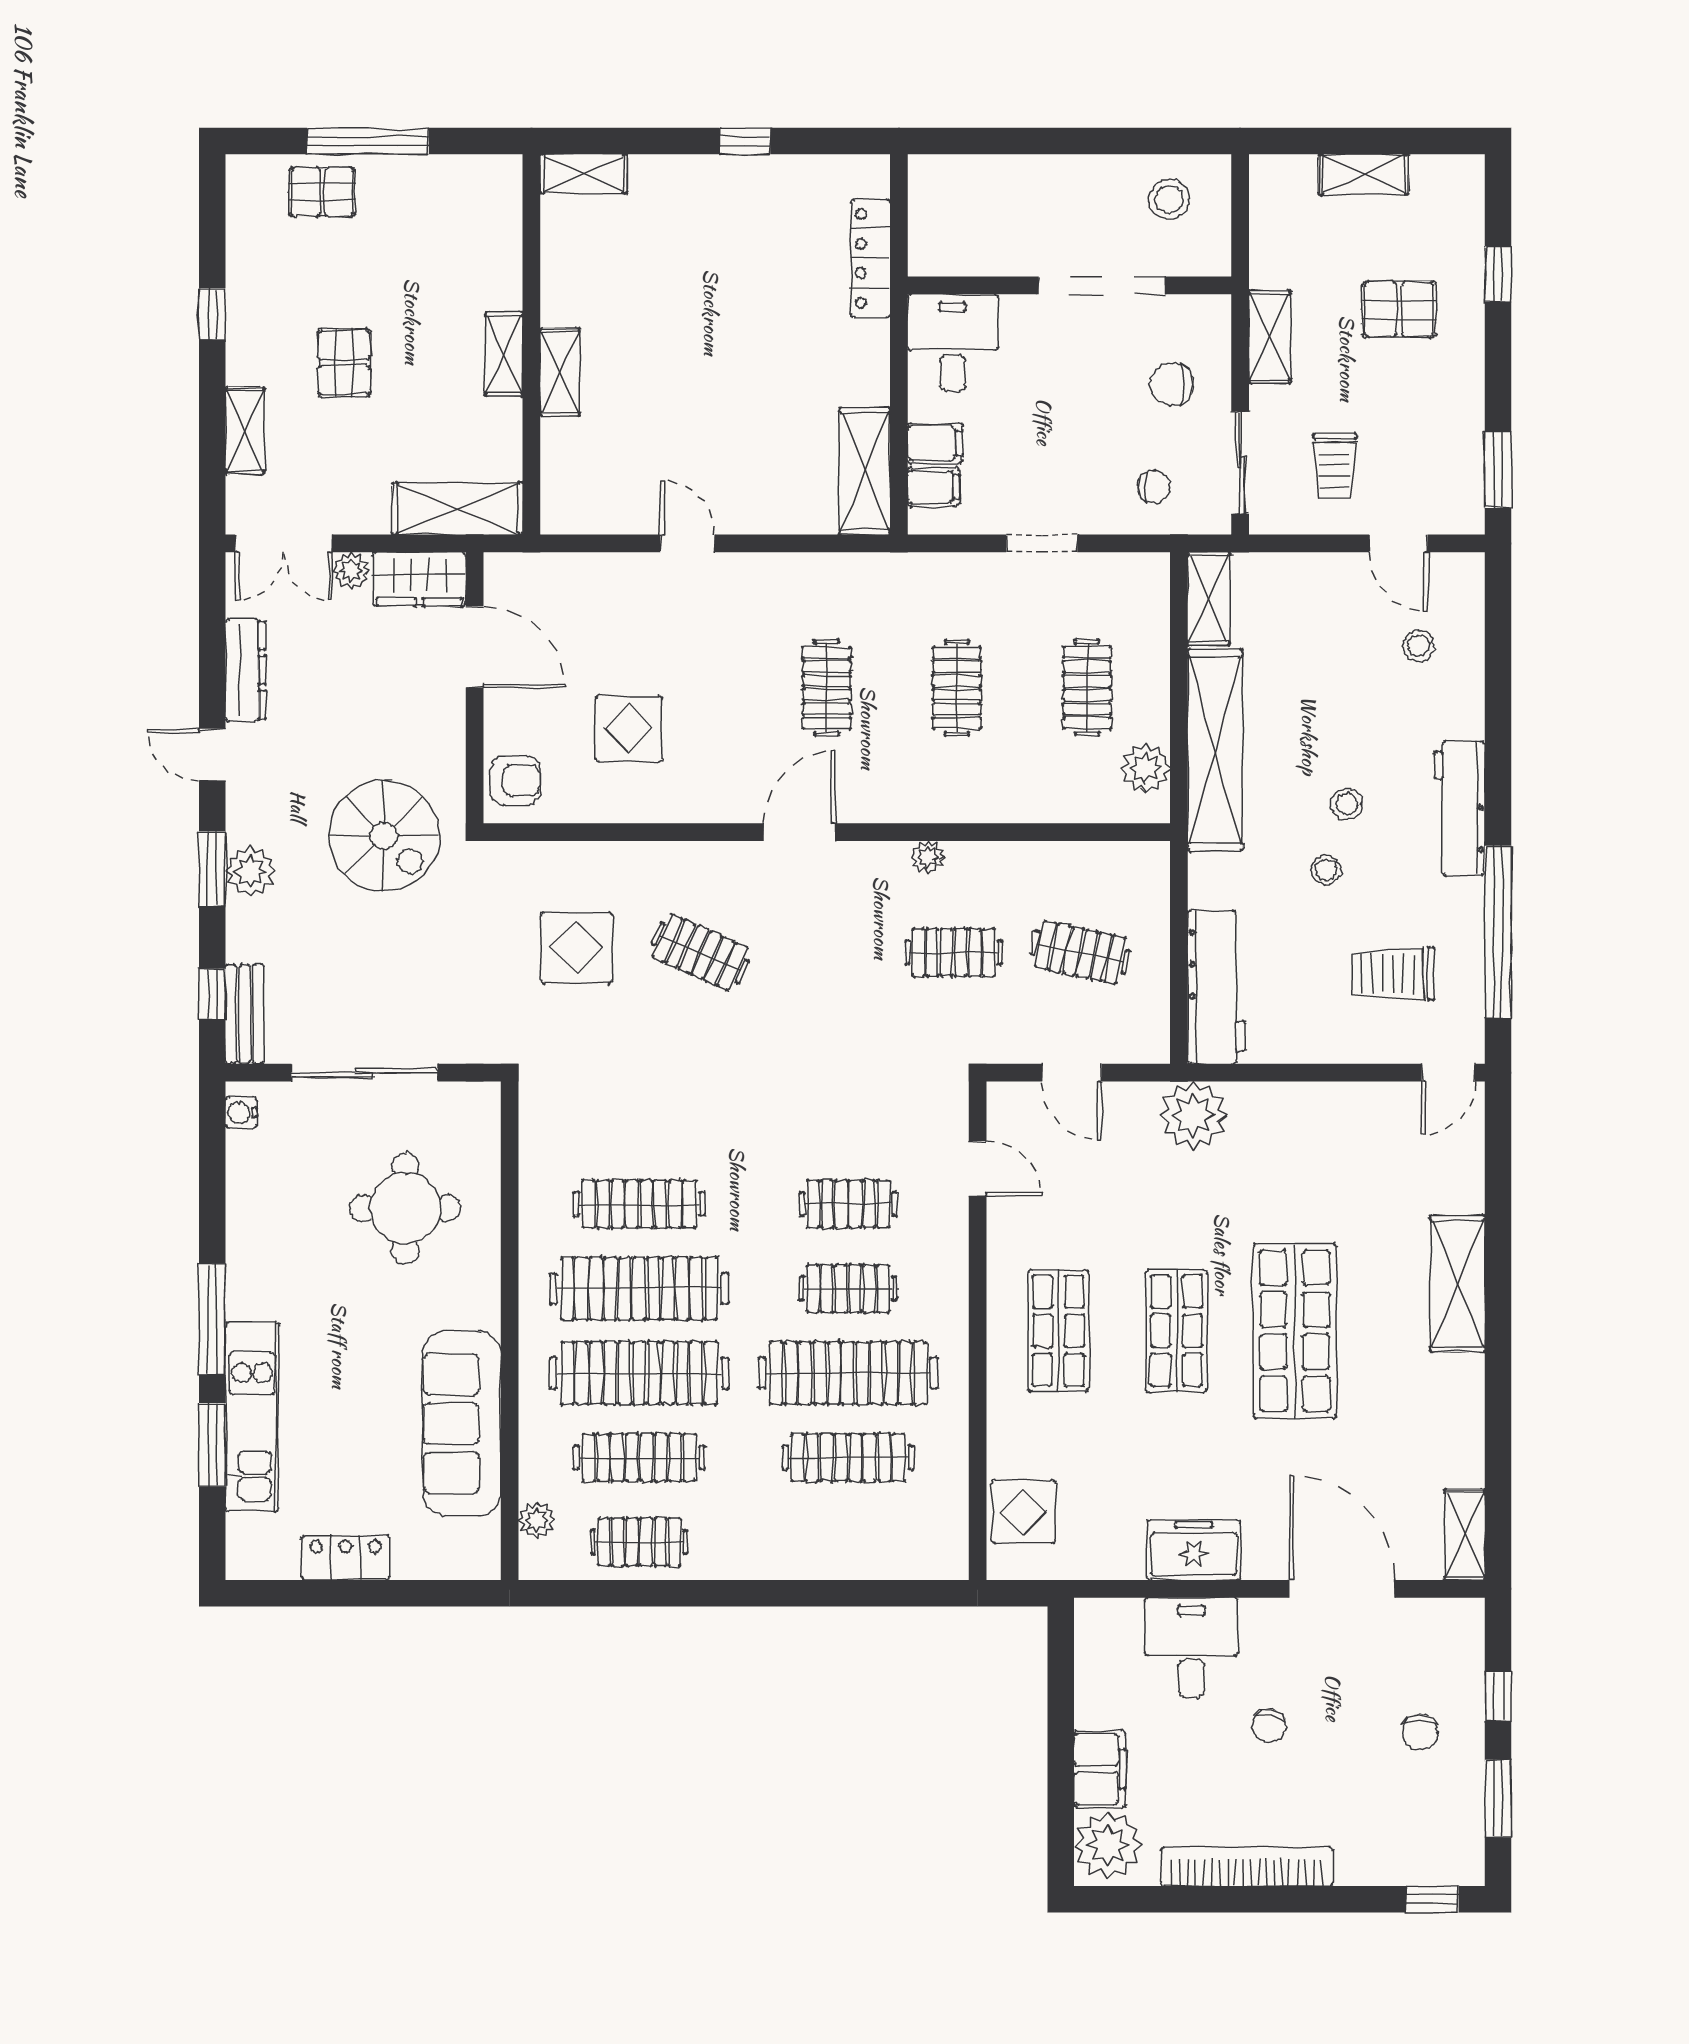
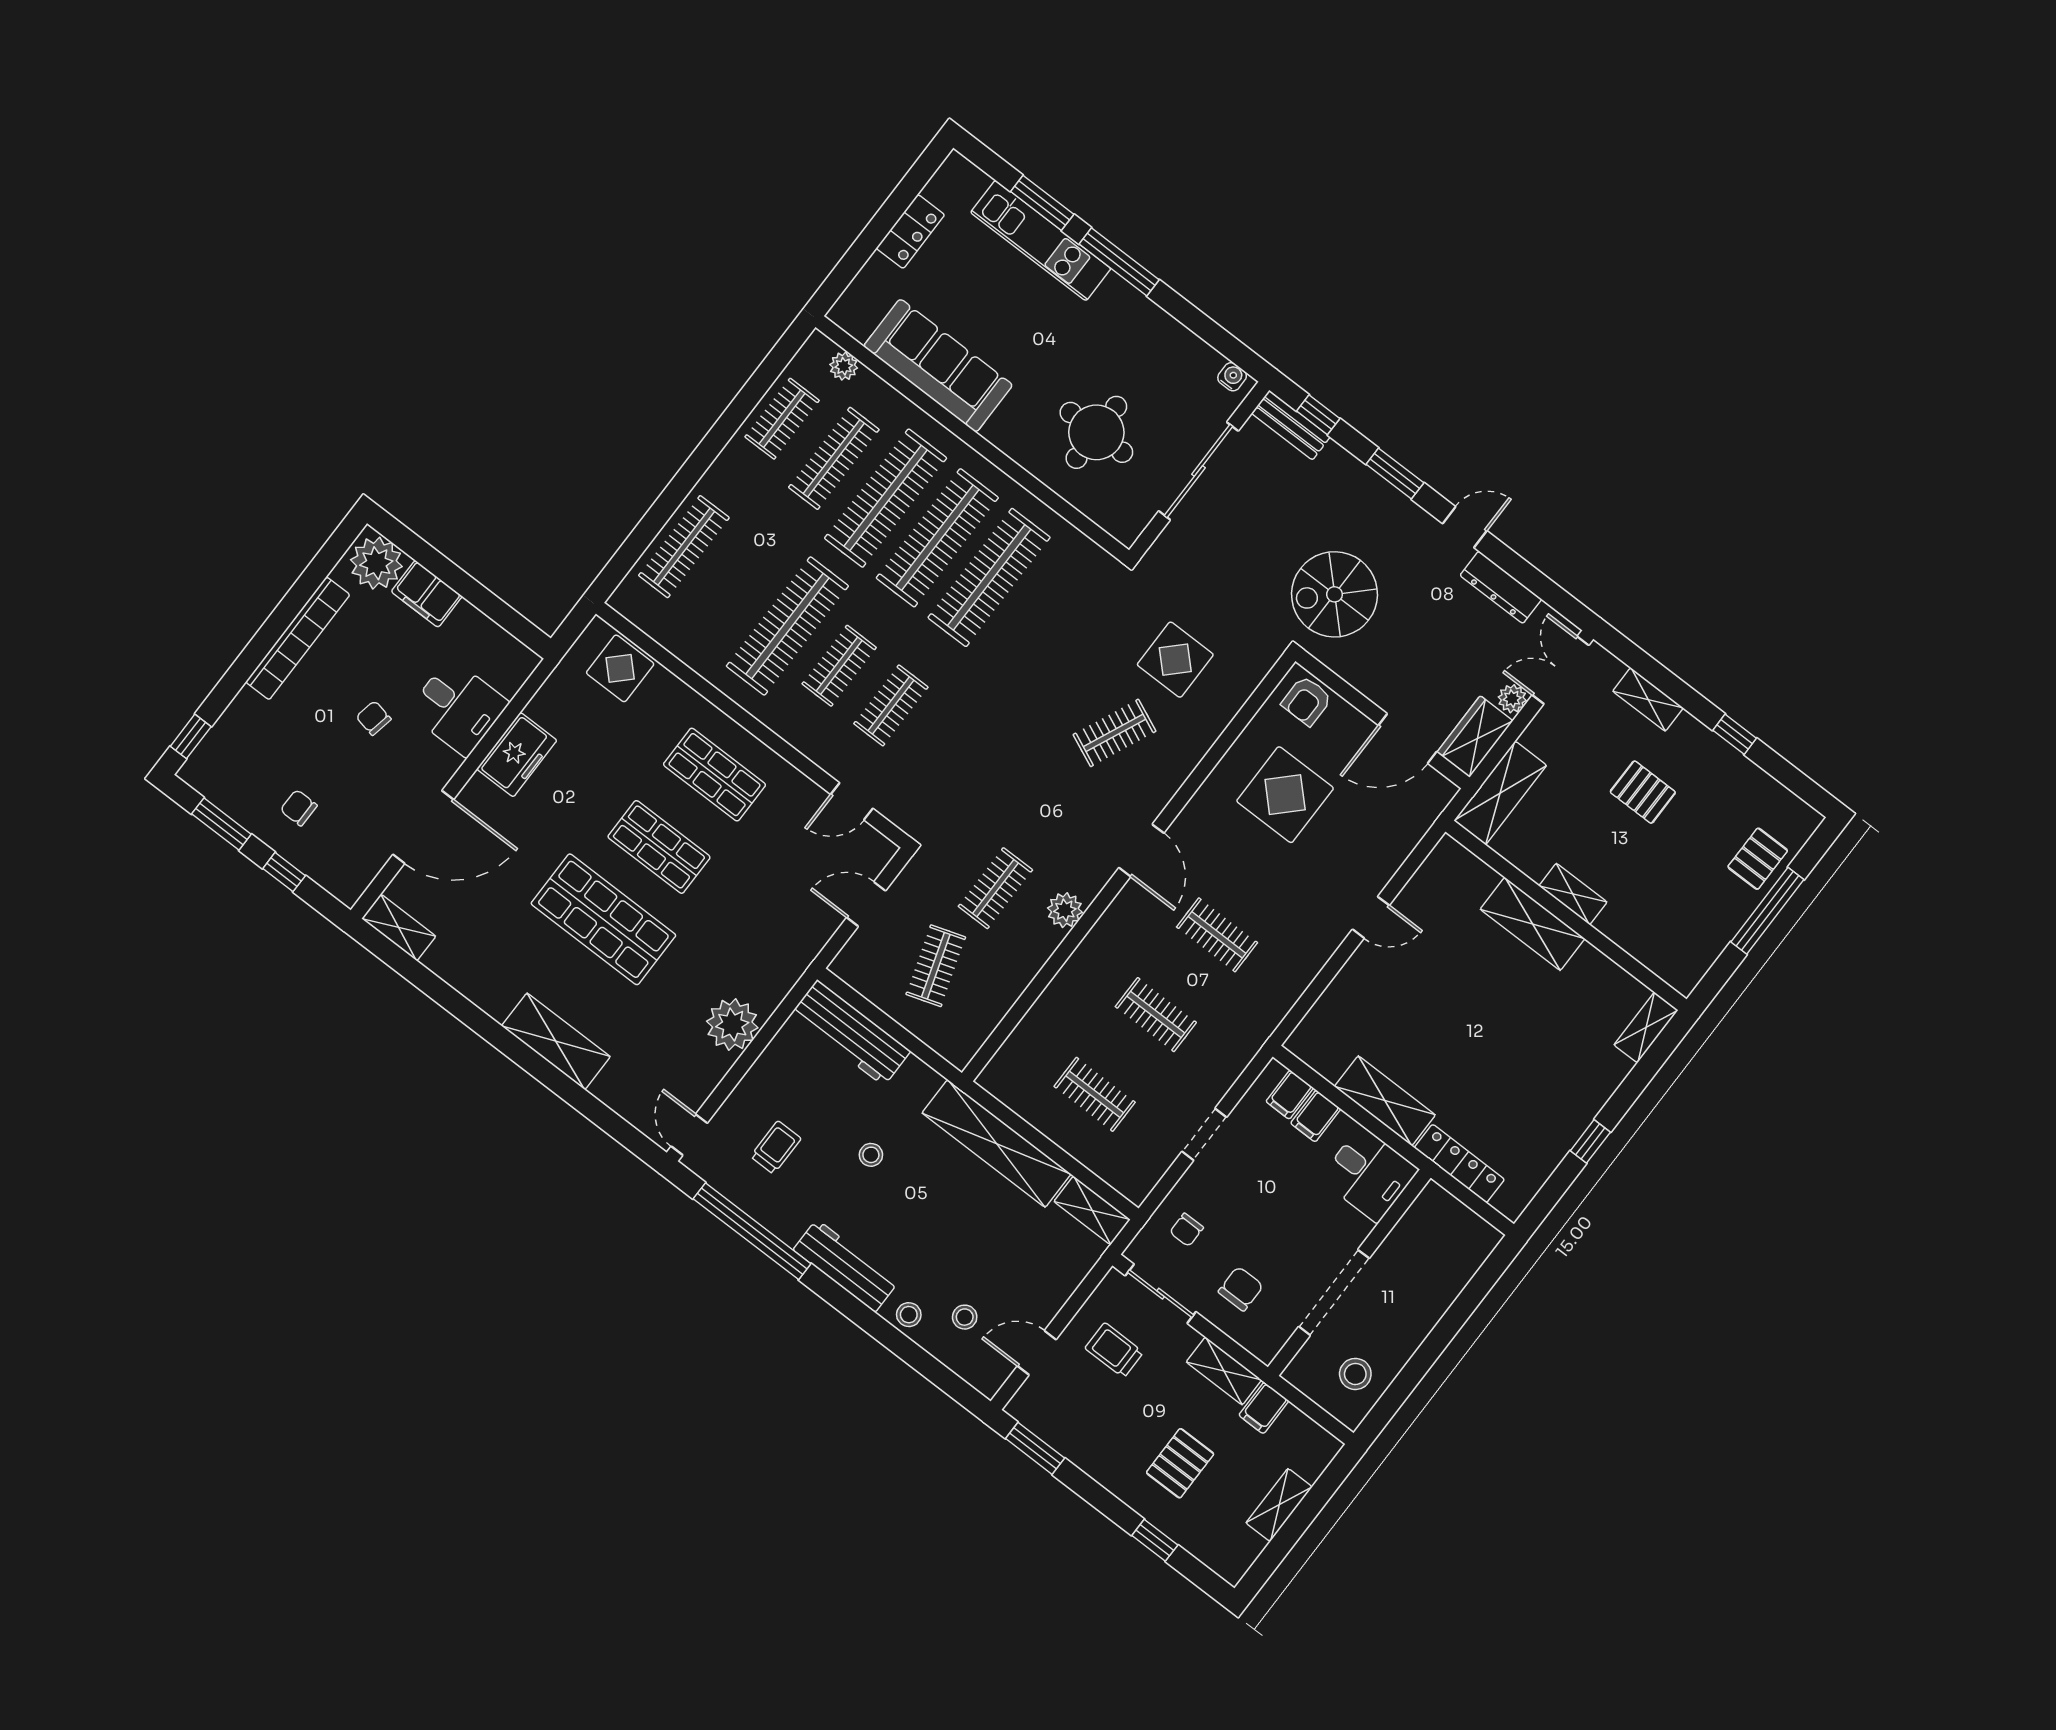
filing cabinet: (1276, 267) -> (1264, 1408), added
shelving: (560, 372) -> (1533, 924), width x1.50, depth x1.33
shelving: (865, 471) -> (1385, 1101), moved
display table: (629, 728) -> (1285, 795), width x1.36, depth x1.36
plant: (1146, 768) -> (1018, 1092), removed
stool: (1347, 804) -> (909, 1315), moved
plant: (928, 857) -> (1065, 910), width x1.38, depth x1.38
plant: (250, 871) -> (1376, 496), removed
clothes rail: (1080, 952) -> (936, 966), turned -30
trolley: (1393, 974) -> (776, 1147), width x0.73, depth x0.72
plant: (1193, 1115) -> (732, 1025), moved
clothes rail: (639, 1204) -> (989, 577), width x1.37, depth x1.31
clothes rail: (848, 1457) -> (684, 547), moved

